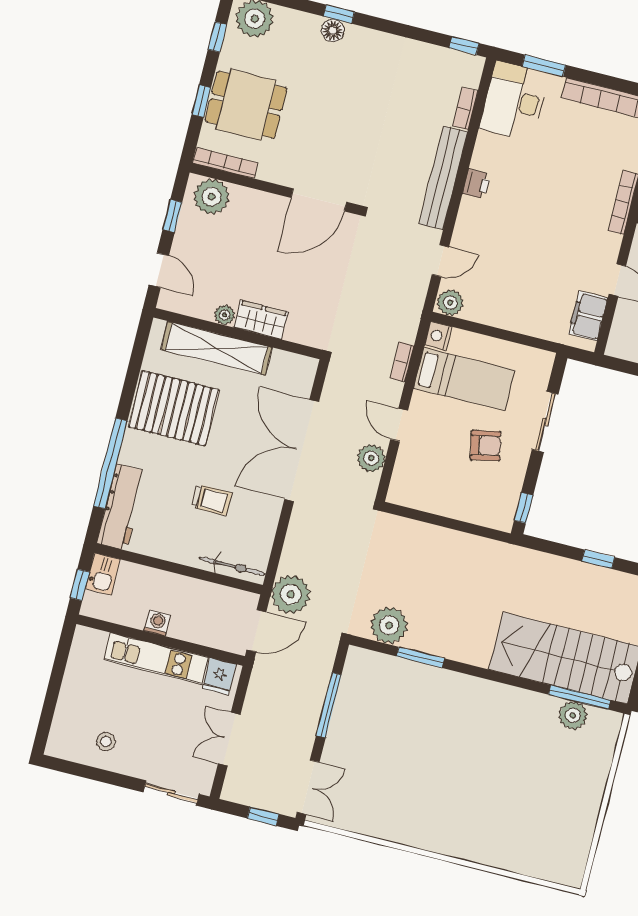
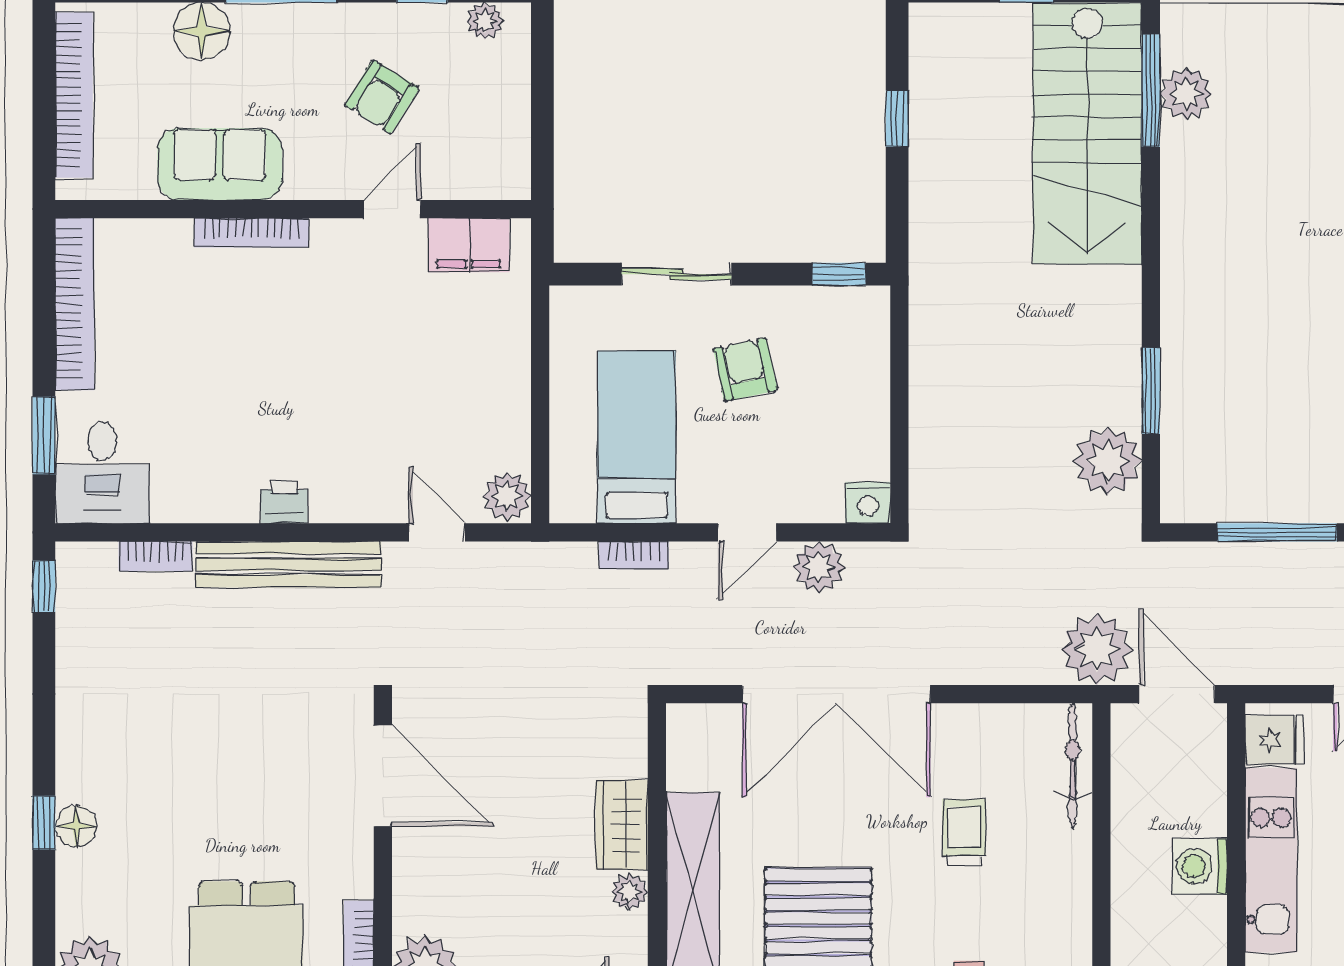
desk: (514, 101) -> (102, 472), width x0.73
nightstand: (438, 336) -> (868, 503), moved
washing machine: (157, 623) -> (1200, 866), width x1.38, depth x1.38

